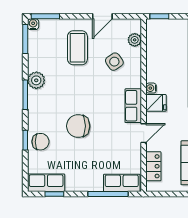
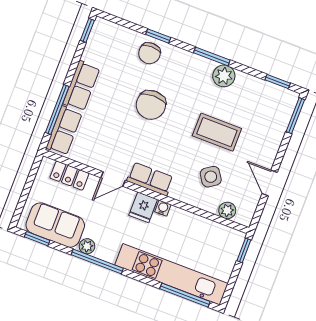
water cooler: (33, 24) -> (292, 98), removed
window: (25, 39) -> (278, 82), width x0.67
coffee table: (77, 48) -> (217, 132), moved
chair: (78, 126) -> (151, 105), turned 180
door: (144, 133) -> (113, 179), hinge flipped
row of seats: (46, 183) -> (81, 86), moved
window: (54, 194) -> (87, 30), moved

